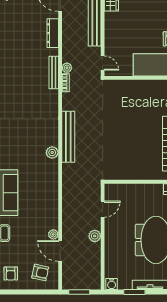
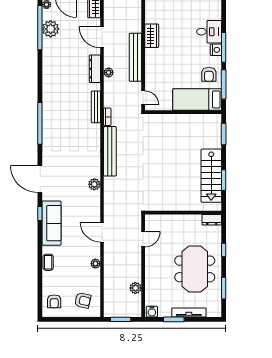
plant: (67, 68) -> (109, 72), moved
bench: (68, 137) -> (110, 151), moved
plant: (95, 236) -> (135, 288), moved
door: (60, 251) -> (102, 232), moved

